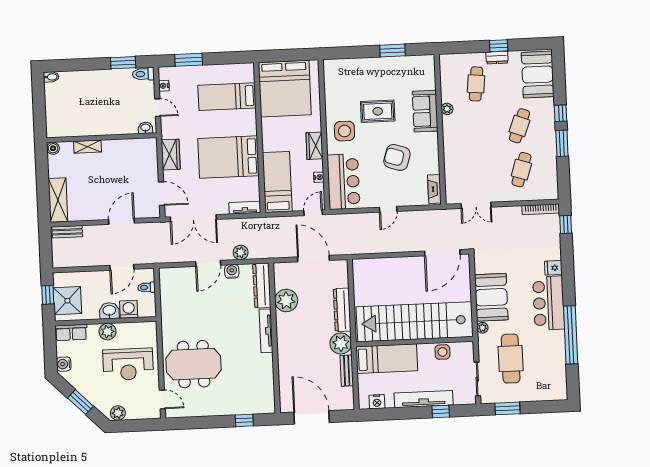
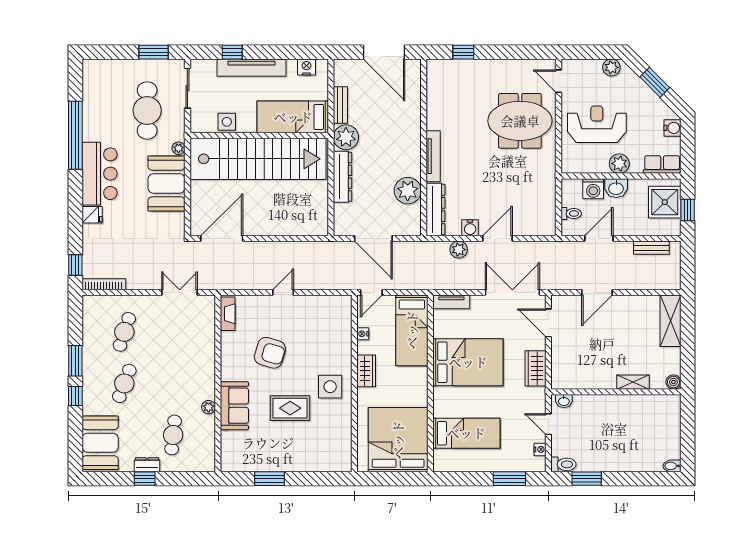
bar counter: (344, 182) -> (334, 327), removed
bench: (67, 232) -> (651, 248), moved

